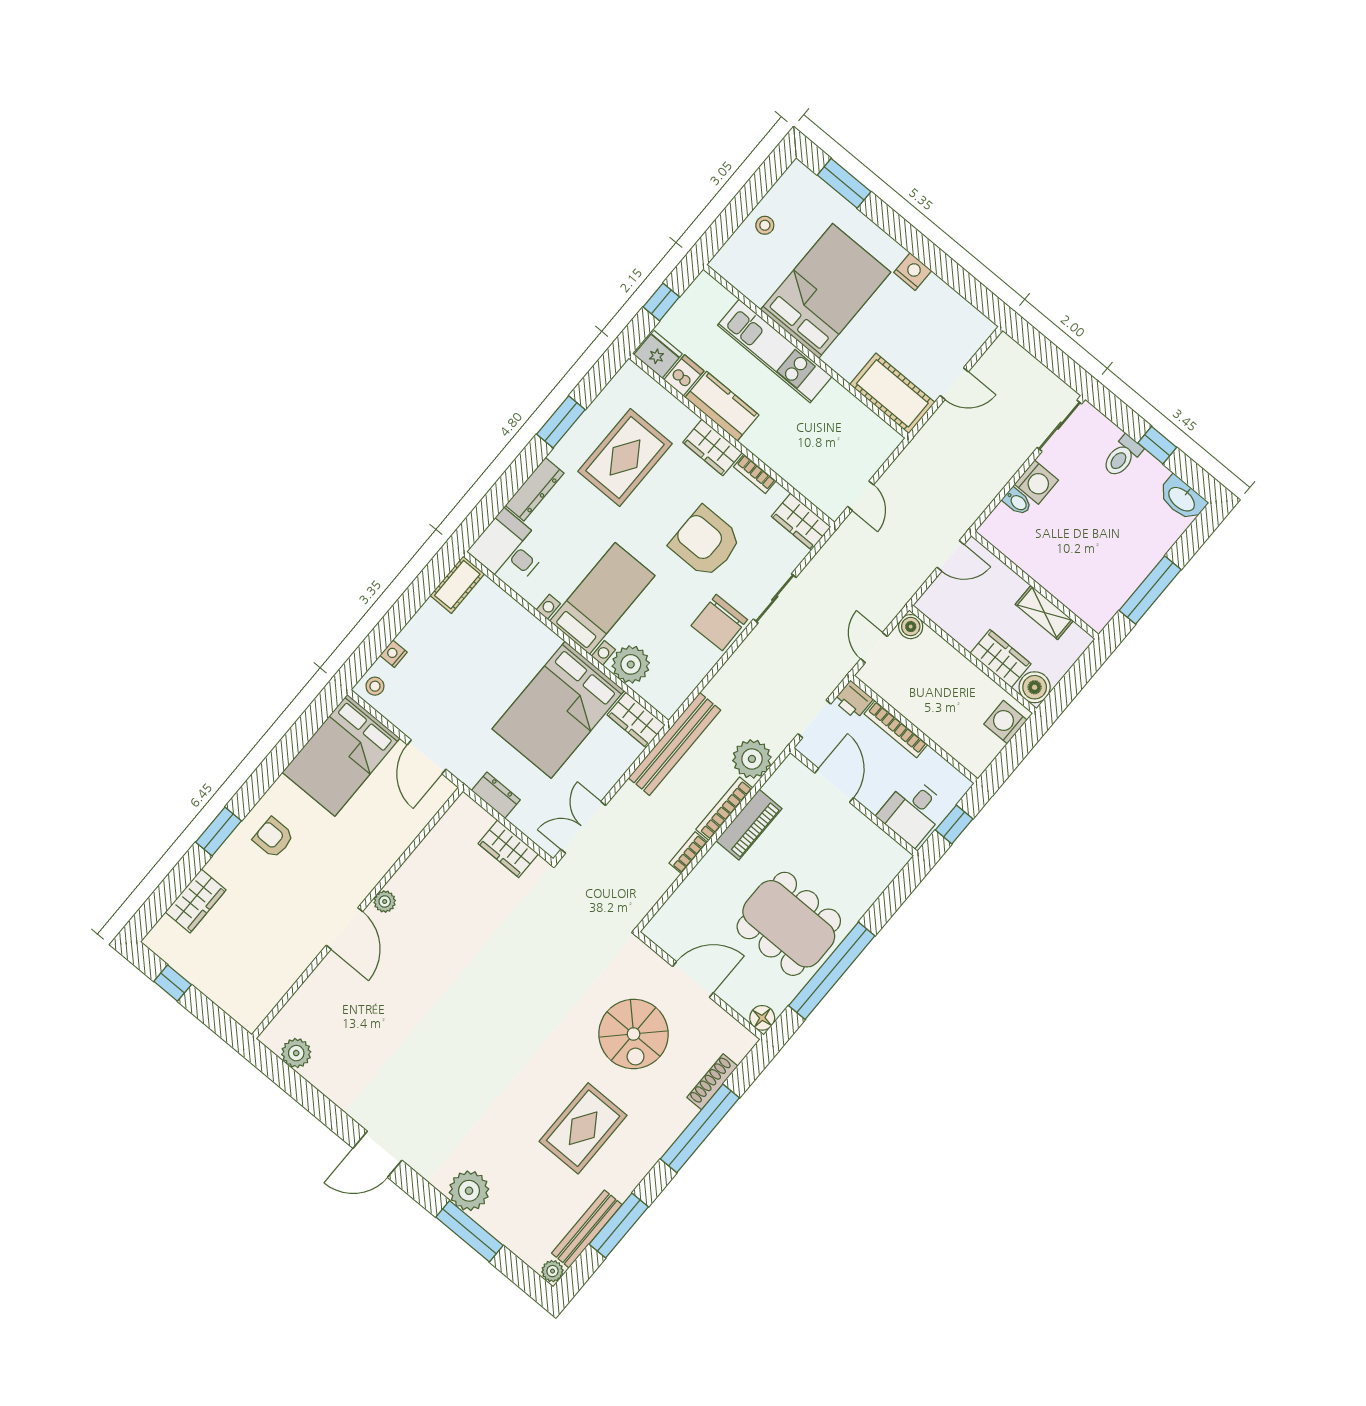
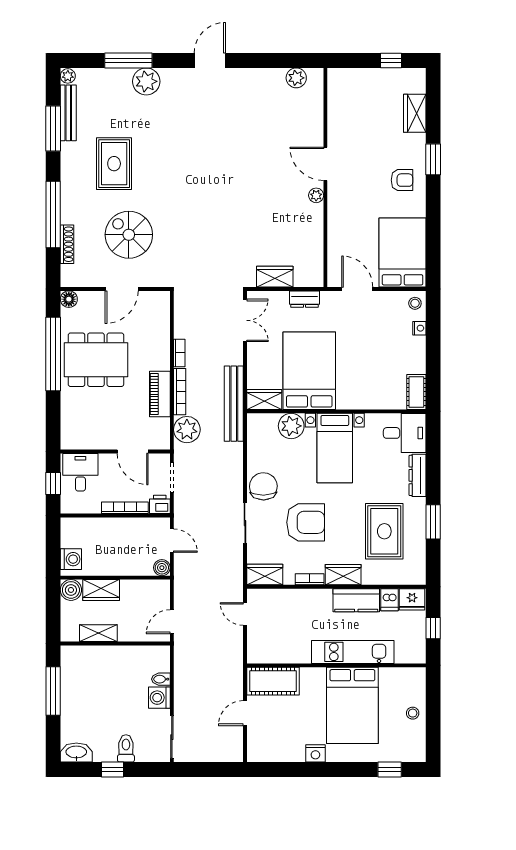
window: (844, 183) -> (390, 770), width x0.67

